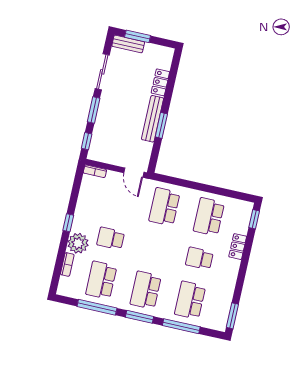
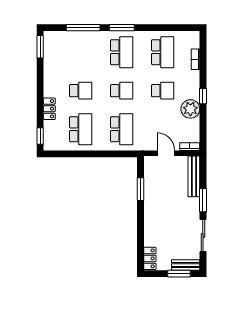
locker: (160, 82) -> (150, 258), moved
bench: (153, 119) -> (194, 176), moved
window: (161, 125) -> (140, 189), moved
window: (87, 141) -> (203, 171), removed
door: (134, 173) -> (166, 153), moved
plant: (78, 243) -> (190, 109), moved
school desk: (190, 300) -> (122, 91), moved, width x0.54
window: (97, 307) -> (161, 28), removed

